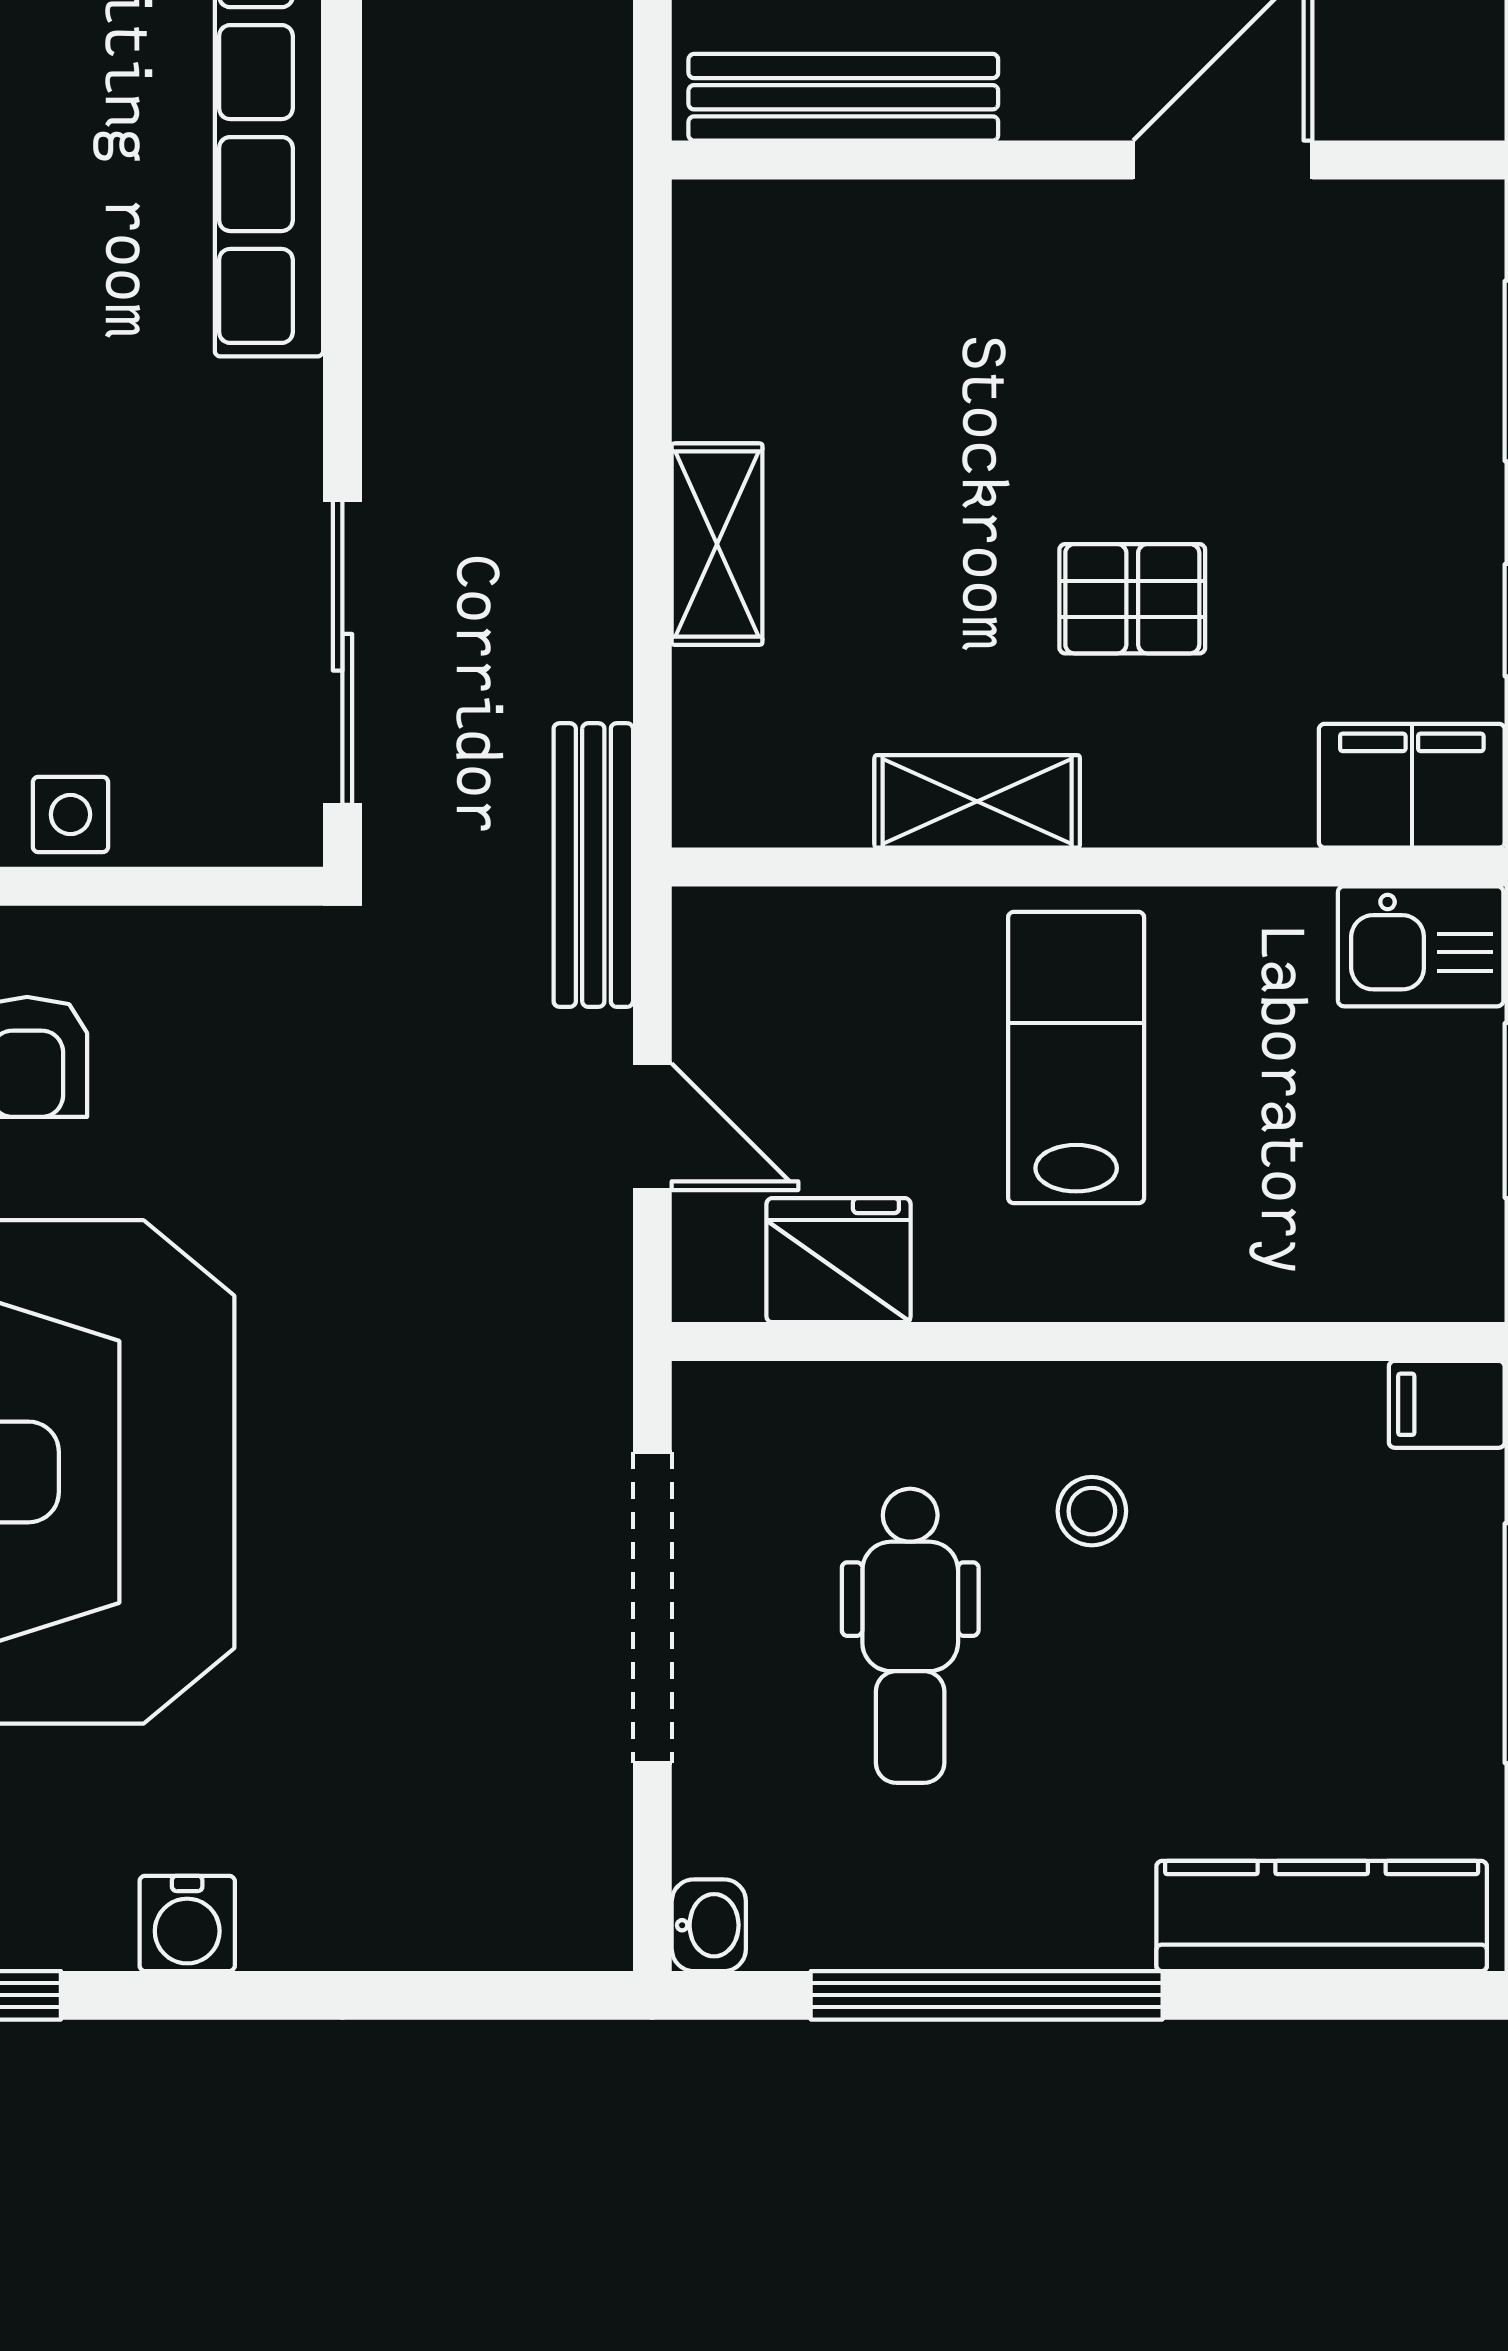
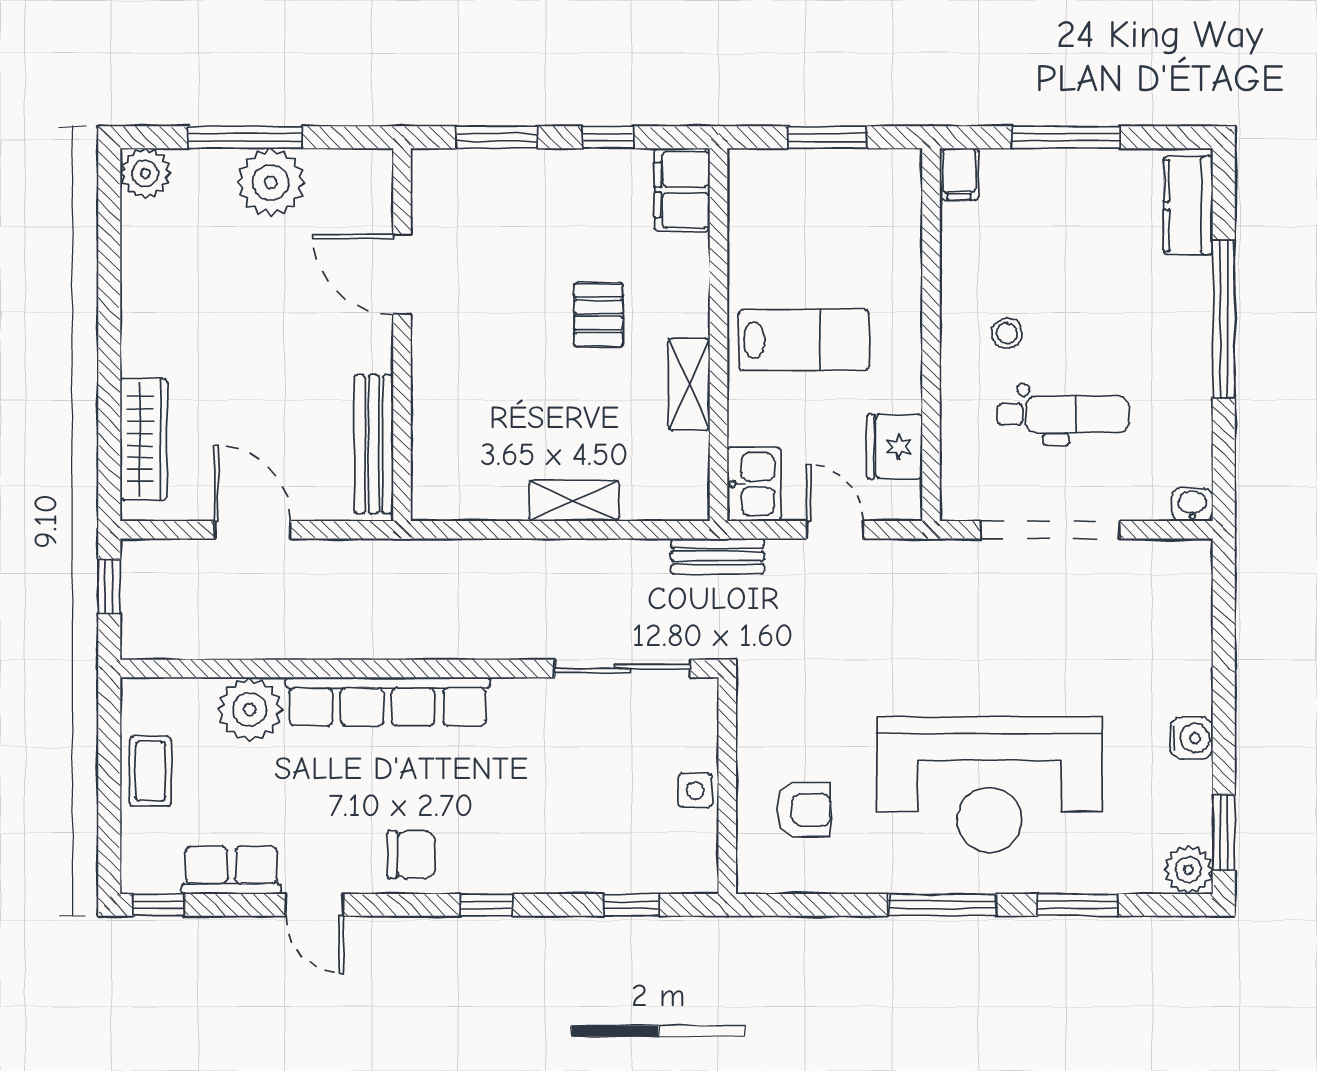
bench: (593, 865) -> (718, 556), width x0.73
kitchen sink: (1421, 946) -> (754, 484), moved
lab bench: (1076, 1058) -> (804, 340), turned 180
door: (652, 1127) -> (835, 530), hinge flipped
kitchen counter: (1322, 1916) -> (1188, 205), width x0.67
window: (987, 1995) -> (1224, 319), moved

